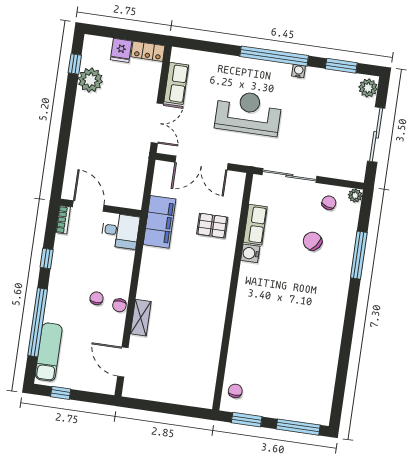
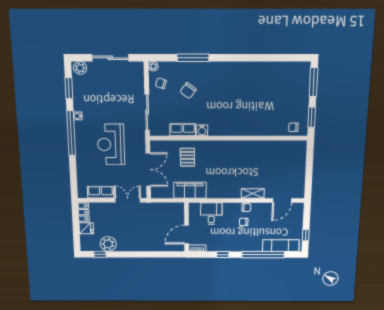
desk: (120, 231) -> (211, 213), moved

